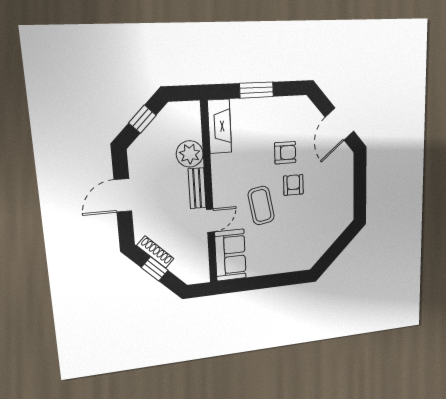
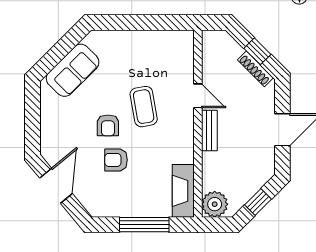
window: (256, 90) -> (144, 225), width x1.44
plant: (190, 154) -> (215, 204), moved
door: (210, 221) -> (198, 96), swing flipped
sofa: (230, 255) -> (73, 70), moved, turned -135

